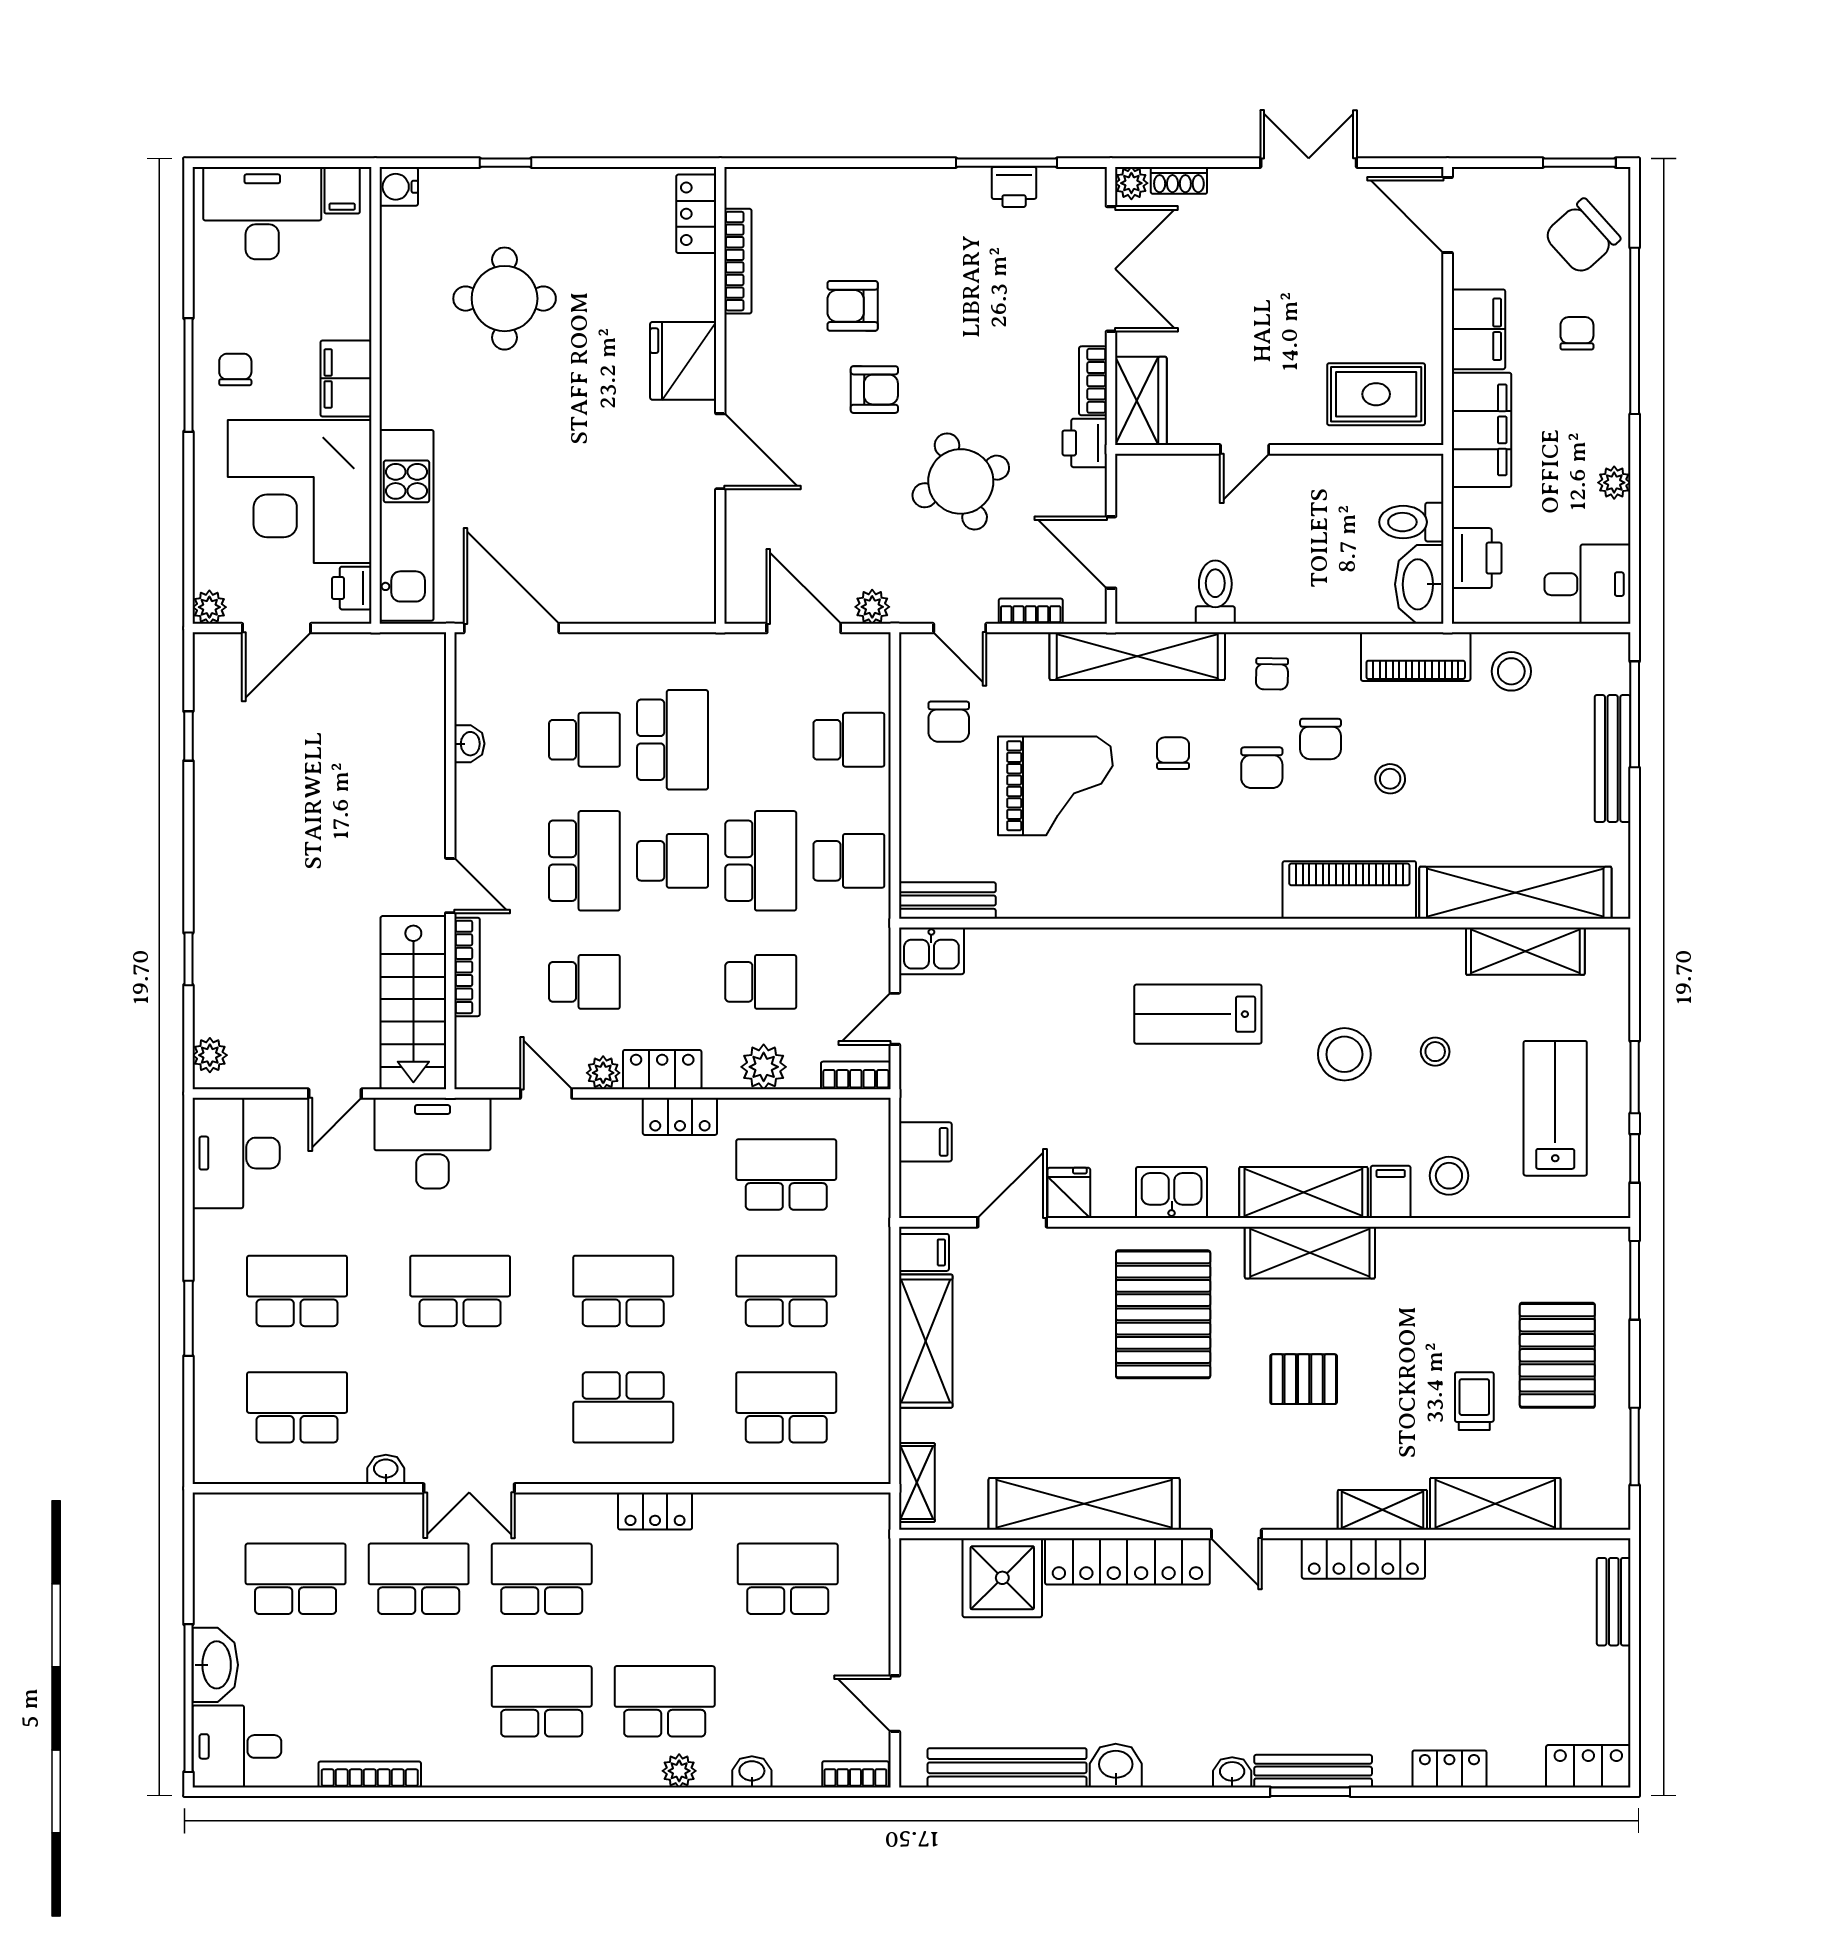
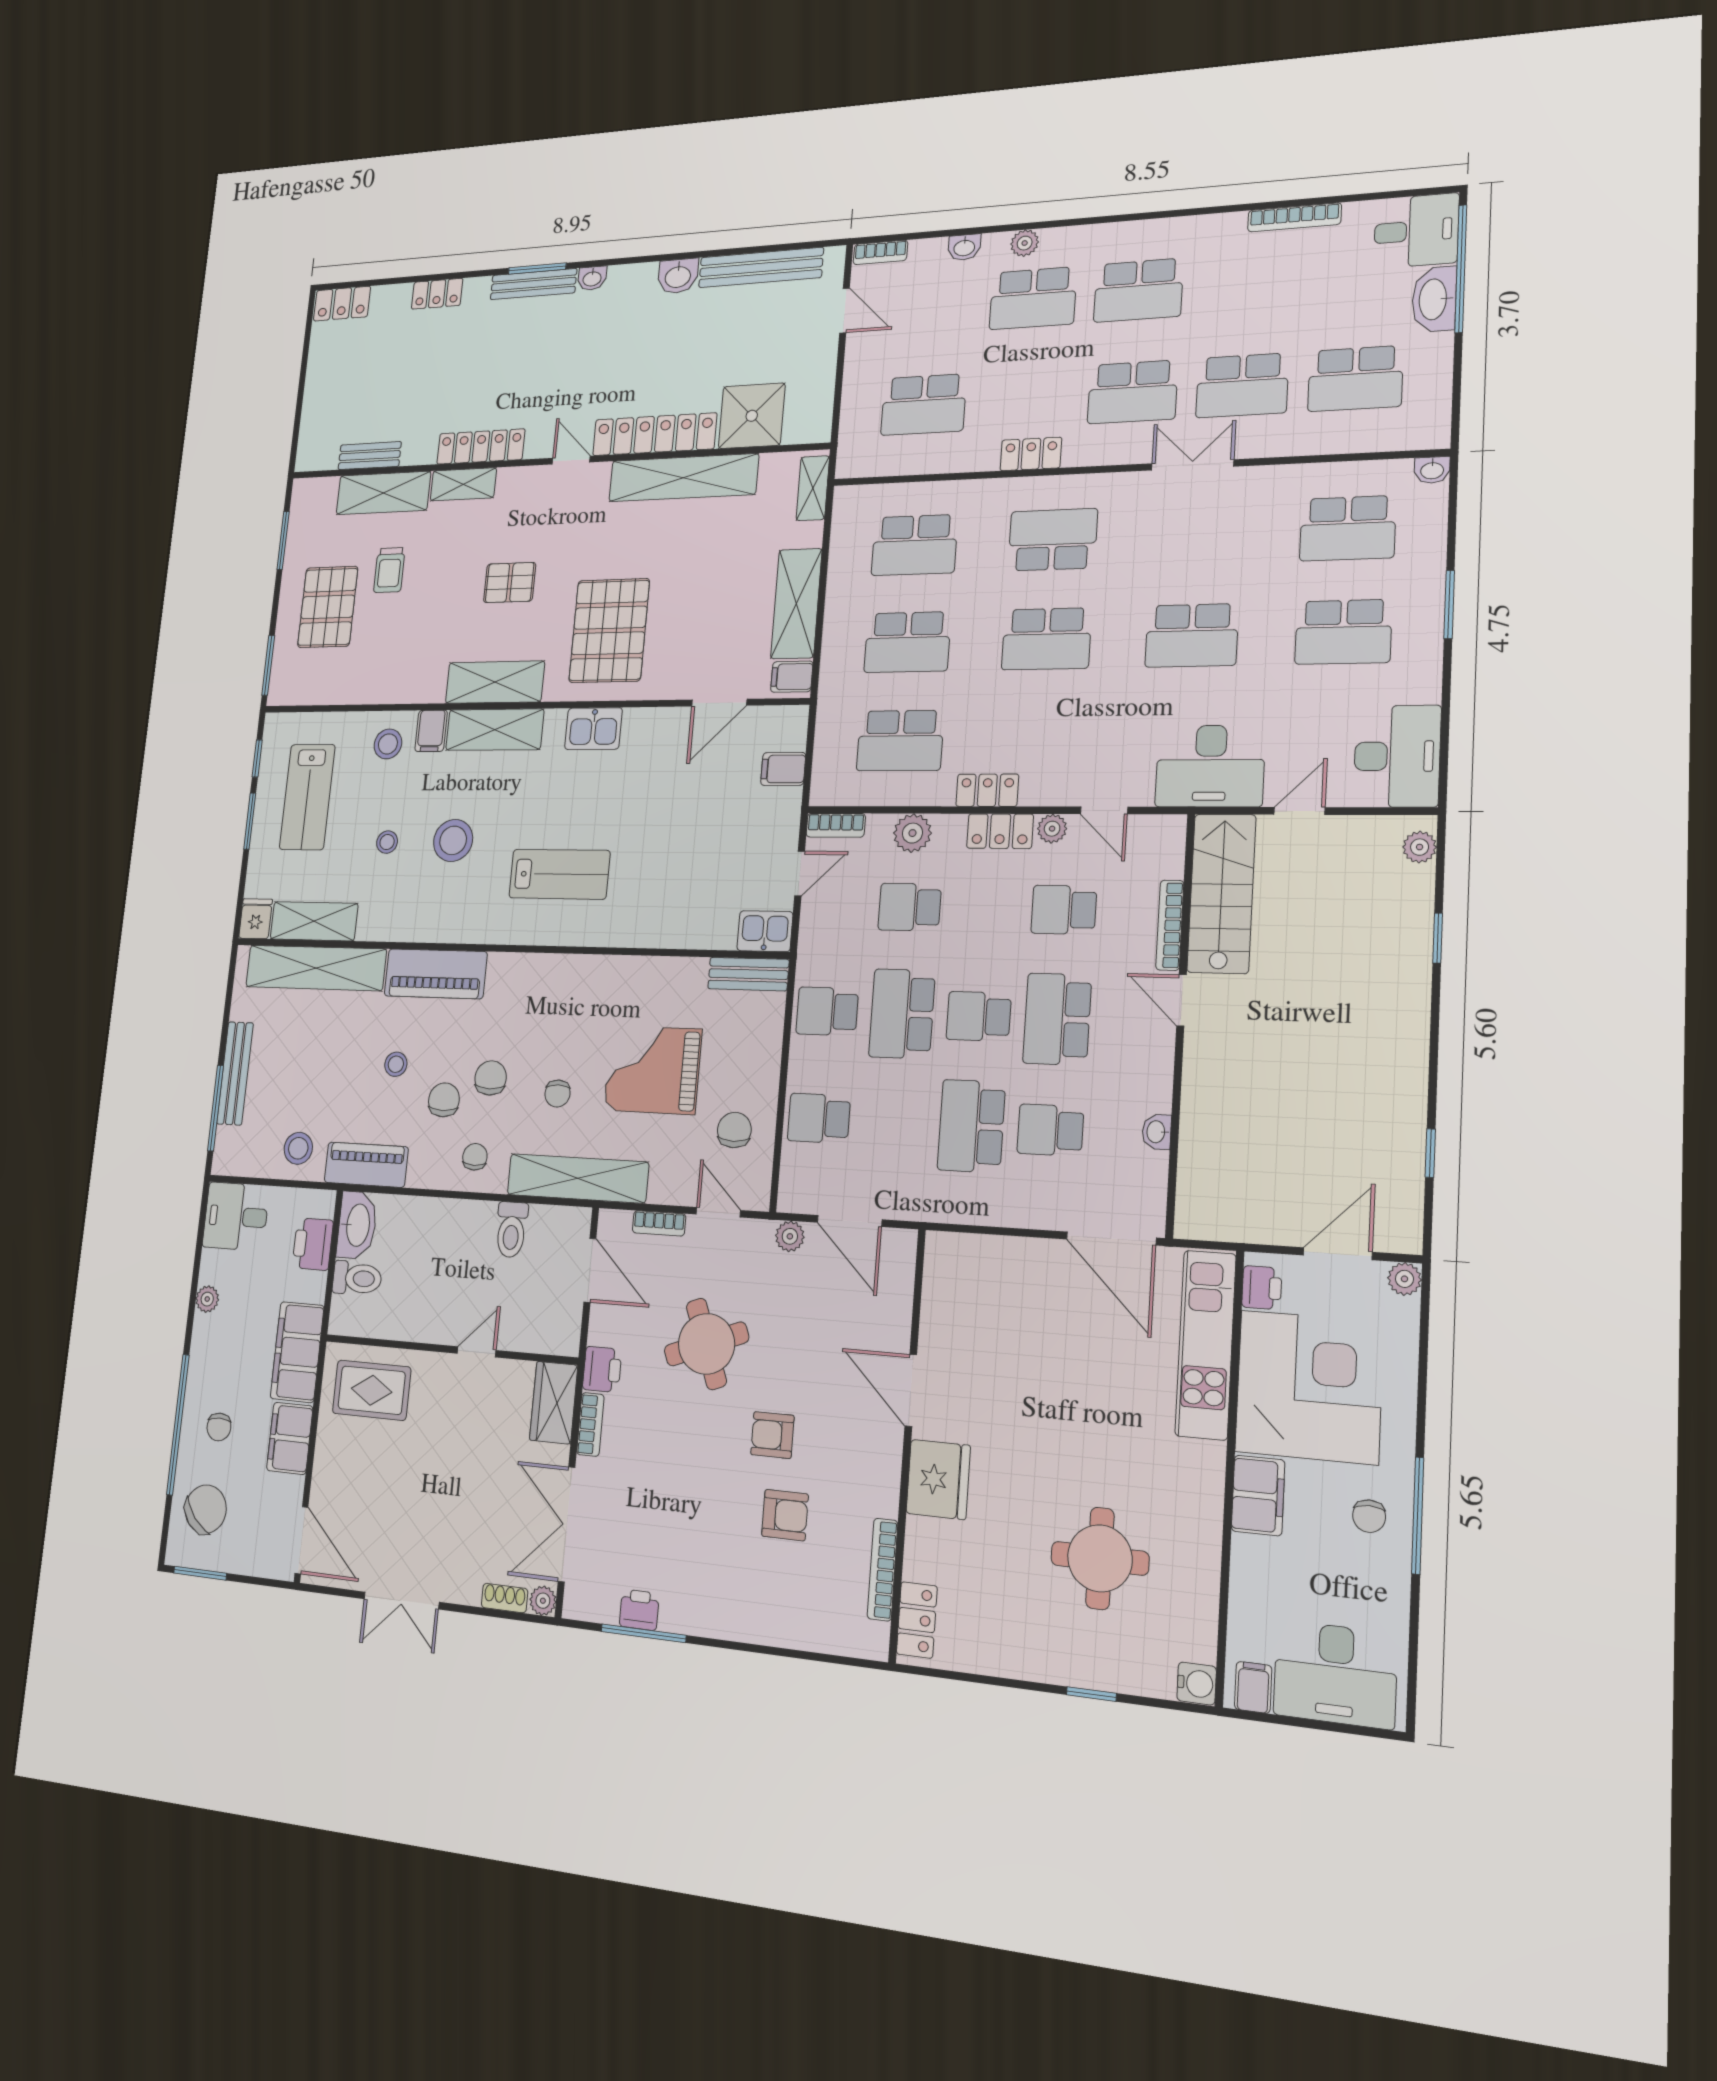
fridge: (1069, 1193) -> (256, 919), moved, turned 180
washbasin: (386, 1469) -> (1432, 470), moved
bench: (1614, 1602) -> (370, 456), moved, turned 90

